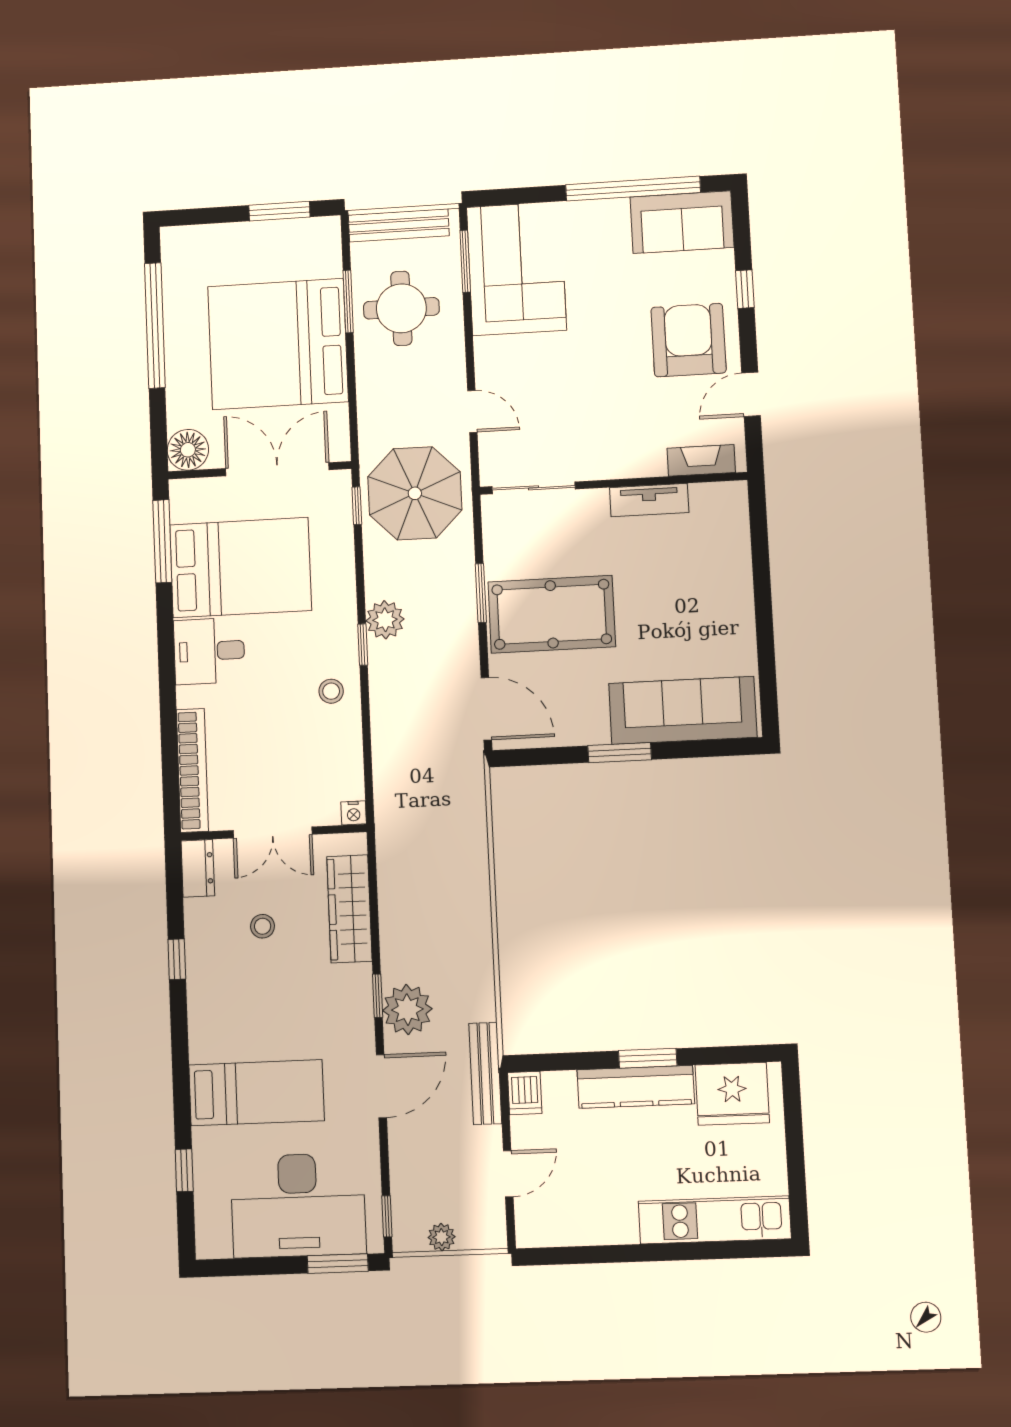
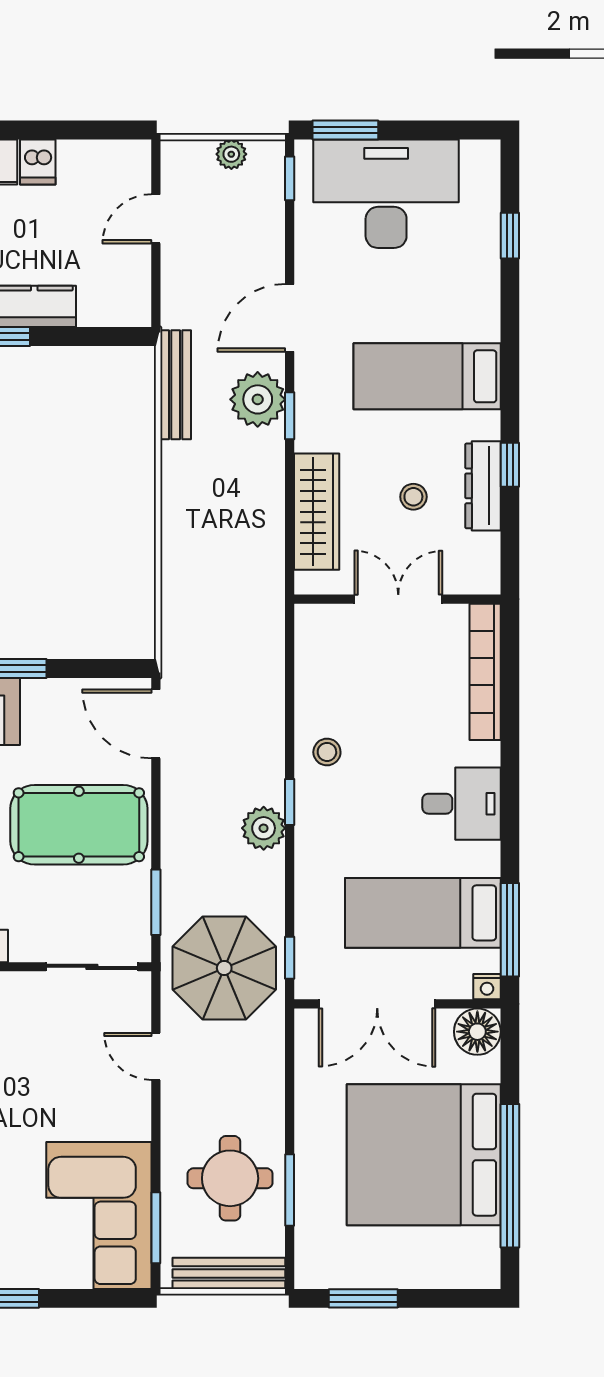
bed: (278, 344) -> (424, 1155), moved, turned 180
bed: (241, 568) -> (423, 913), width x0.67
window: (481, 593) -> (156, 902), moved
nightstand: (354, 813) -> (487, 987), moved, turned 180
dresser: (198, 868) -> (483, 486), moved, width x1.44
bench: (485, 1073) -> (176, 385), moved
bed: (256, 1093) -> (427, 376), moved
dishwasher: (525, 1093) -> (38, 162), moved, turned 180

